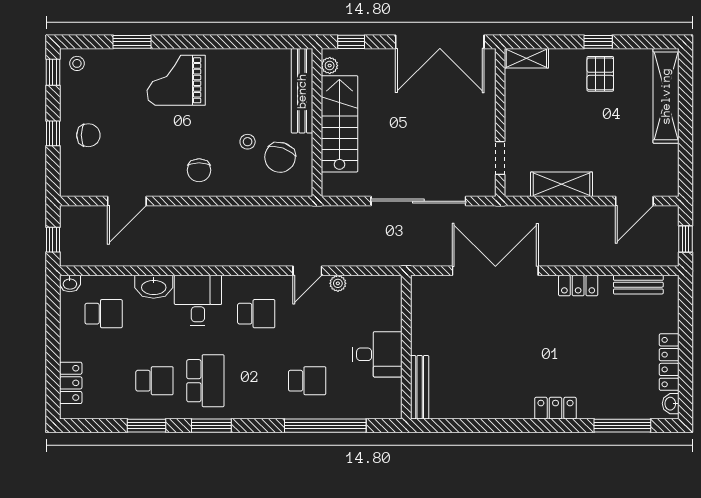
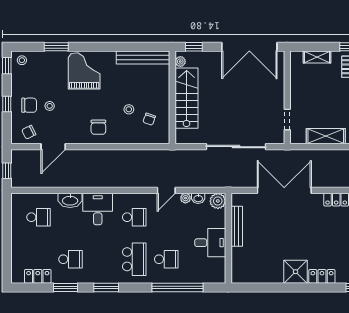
shelving: (526, 58) -> (317, 57), moved
grand piano: (176, 80) -> (84, 71), turned 90
bench: (302, 91) -> (143, 57), moved, turned 90
stool: (121, 136) -> (50, 106), added
chair: (280, 157) -> (149, 119), width x0.54, depth x0.54
chair: (88, 178) -> (29, 132), added
washbasin: (70, 284) -> (198, 198), moved
plant: (389, 288) -> (218, 201), added
school desk: (205, 381) -> (134, 259), moved
locker: (71, 383) -> (38, 276), moved, turned -90
bench: (420, 387) -> (237, 226), moved
shower: (513, 401) -> (296, 272), added

